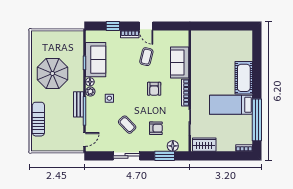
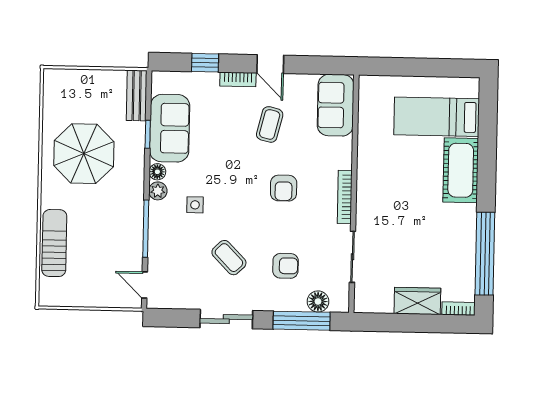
sofa: (180, 62) -> (336, 105), moved
bench: (79, 104) -> (137, 95), moved
bed: (231, 105) -> (437, 117), moved
door: (85, 139) -> (145, 285), swing flipped
wardrobe: (204, 145) -> (417, 301), moved
window: (165, 156) -> (302, 321), width x1.44

